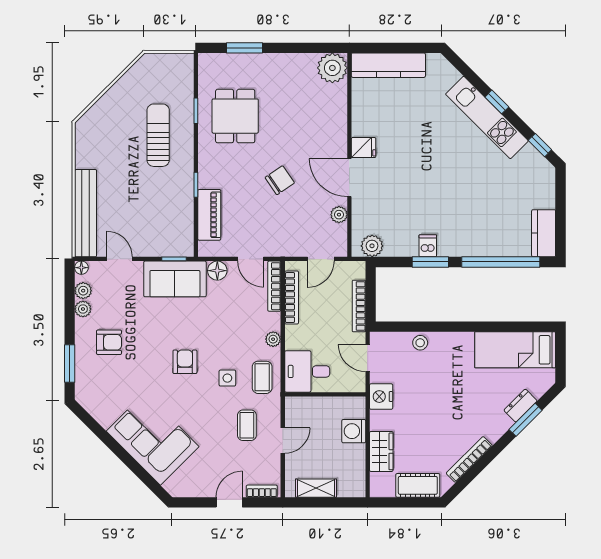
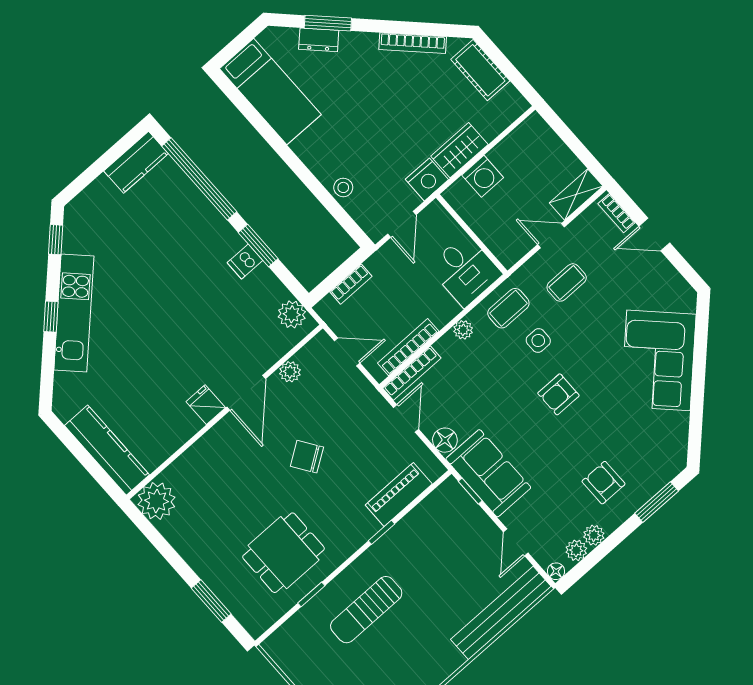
bookcase: (359, 306) -> (351, 284), width x0.64
wardrobe: (381, 451) -> (459, 150), moved
shelving: (316, 488) -> (576, 195), moved, turned 90

